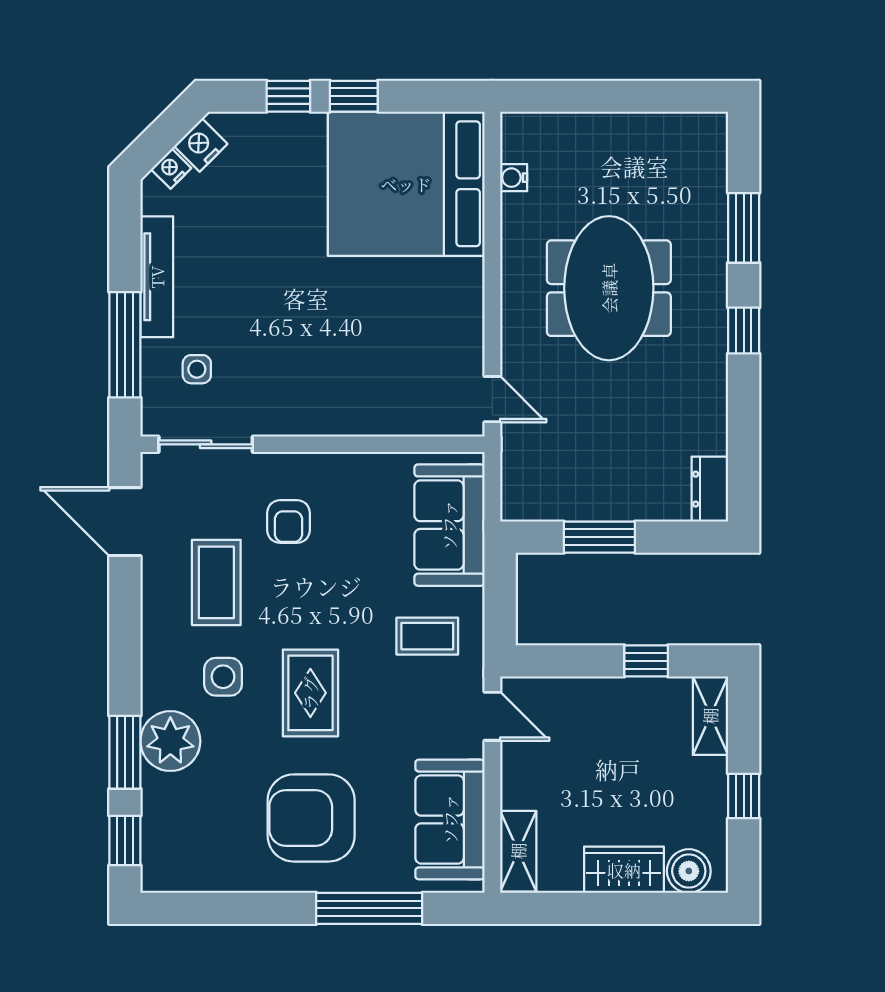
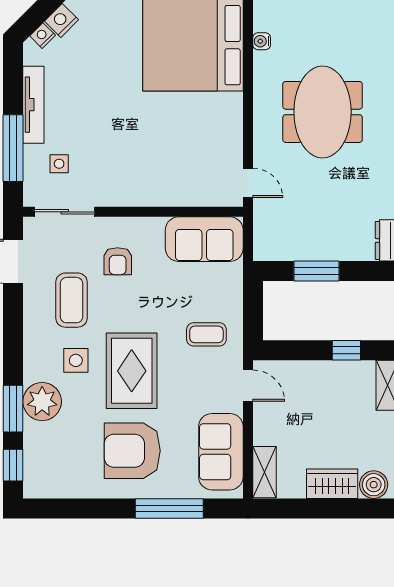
sofa: (449, 525) -> (204, 239), moved, turned -90
rug: (310, 693) -> (132, 371), width x1.36, depth x1.43

